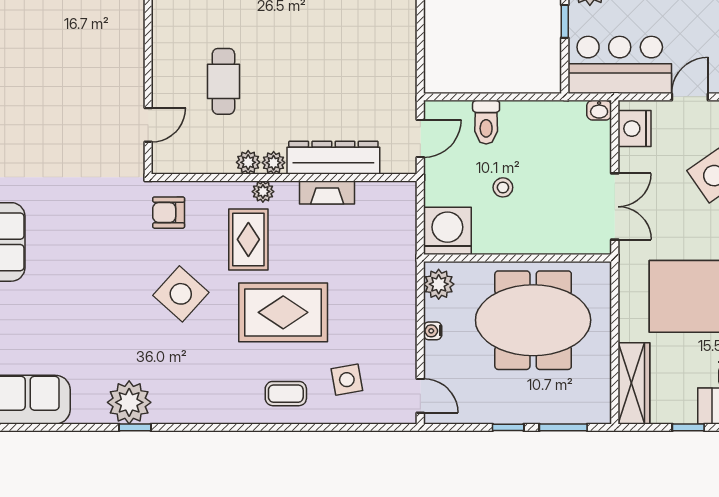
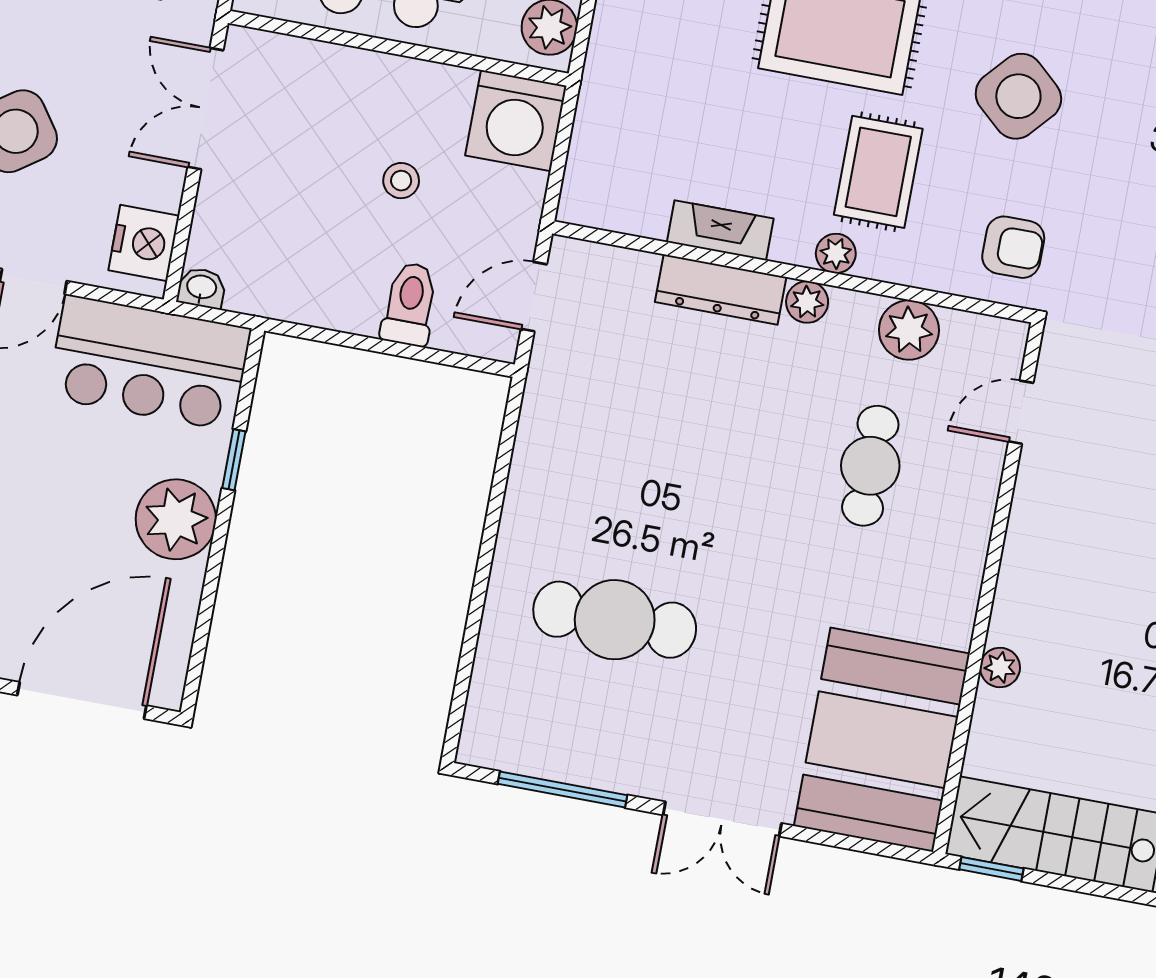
dresser: (333, 158) -> (721, 290), width x0.73, depth x0.80
plant: (248, 162) -> (909, 330), moved, width x1.38, depth x1.38

